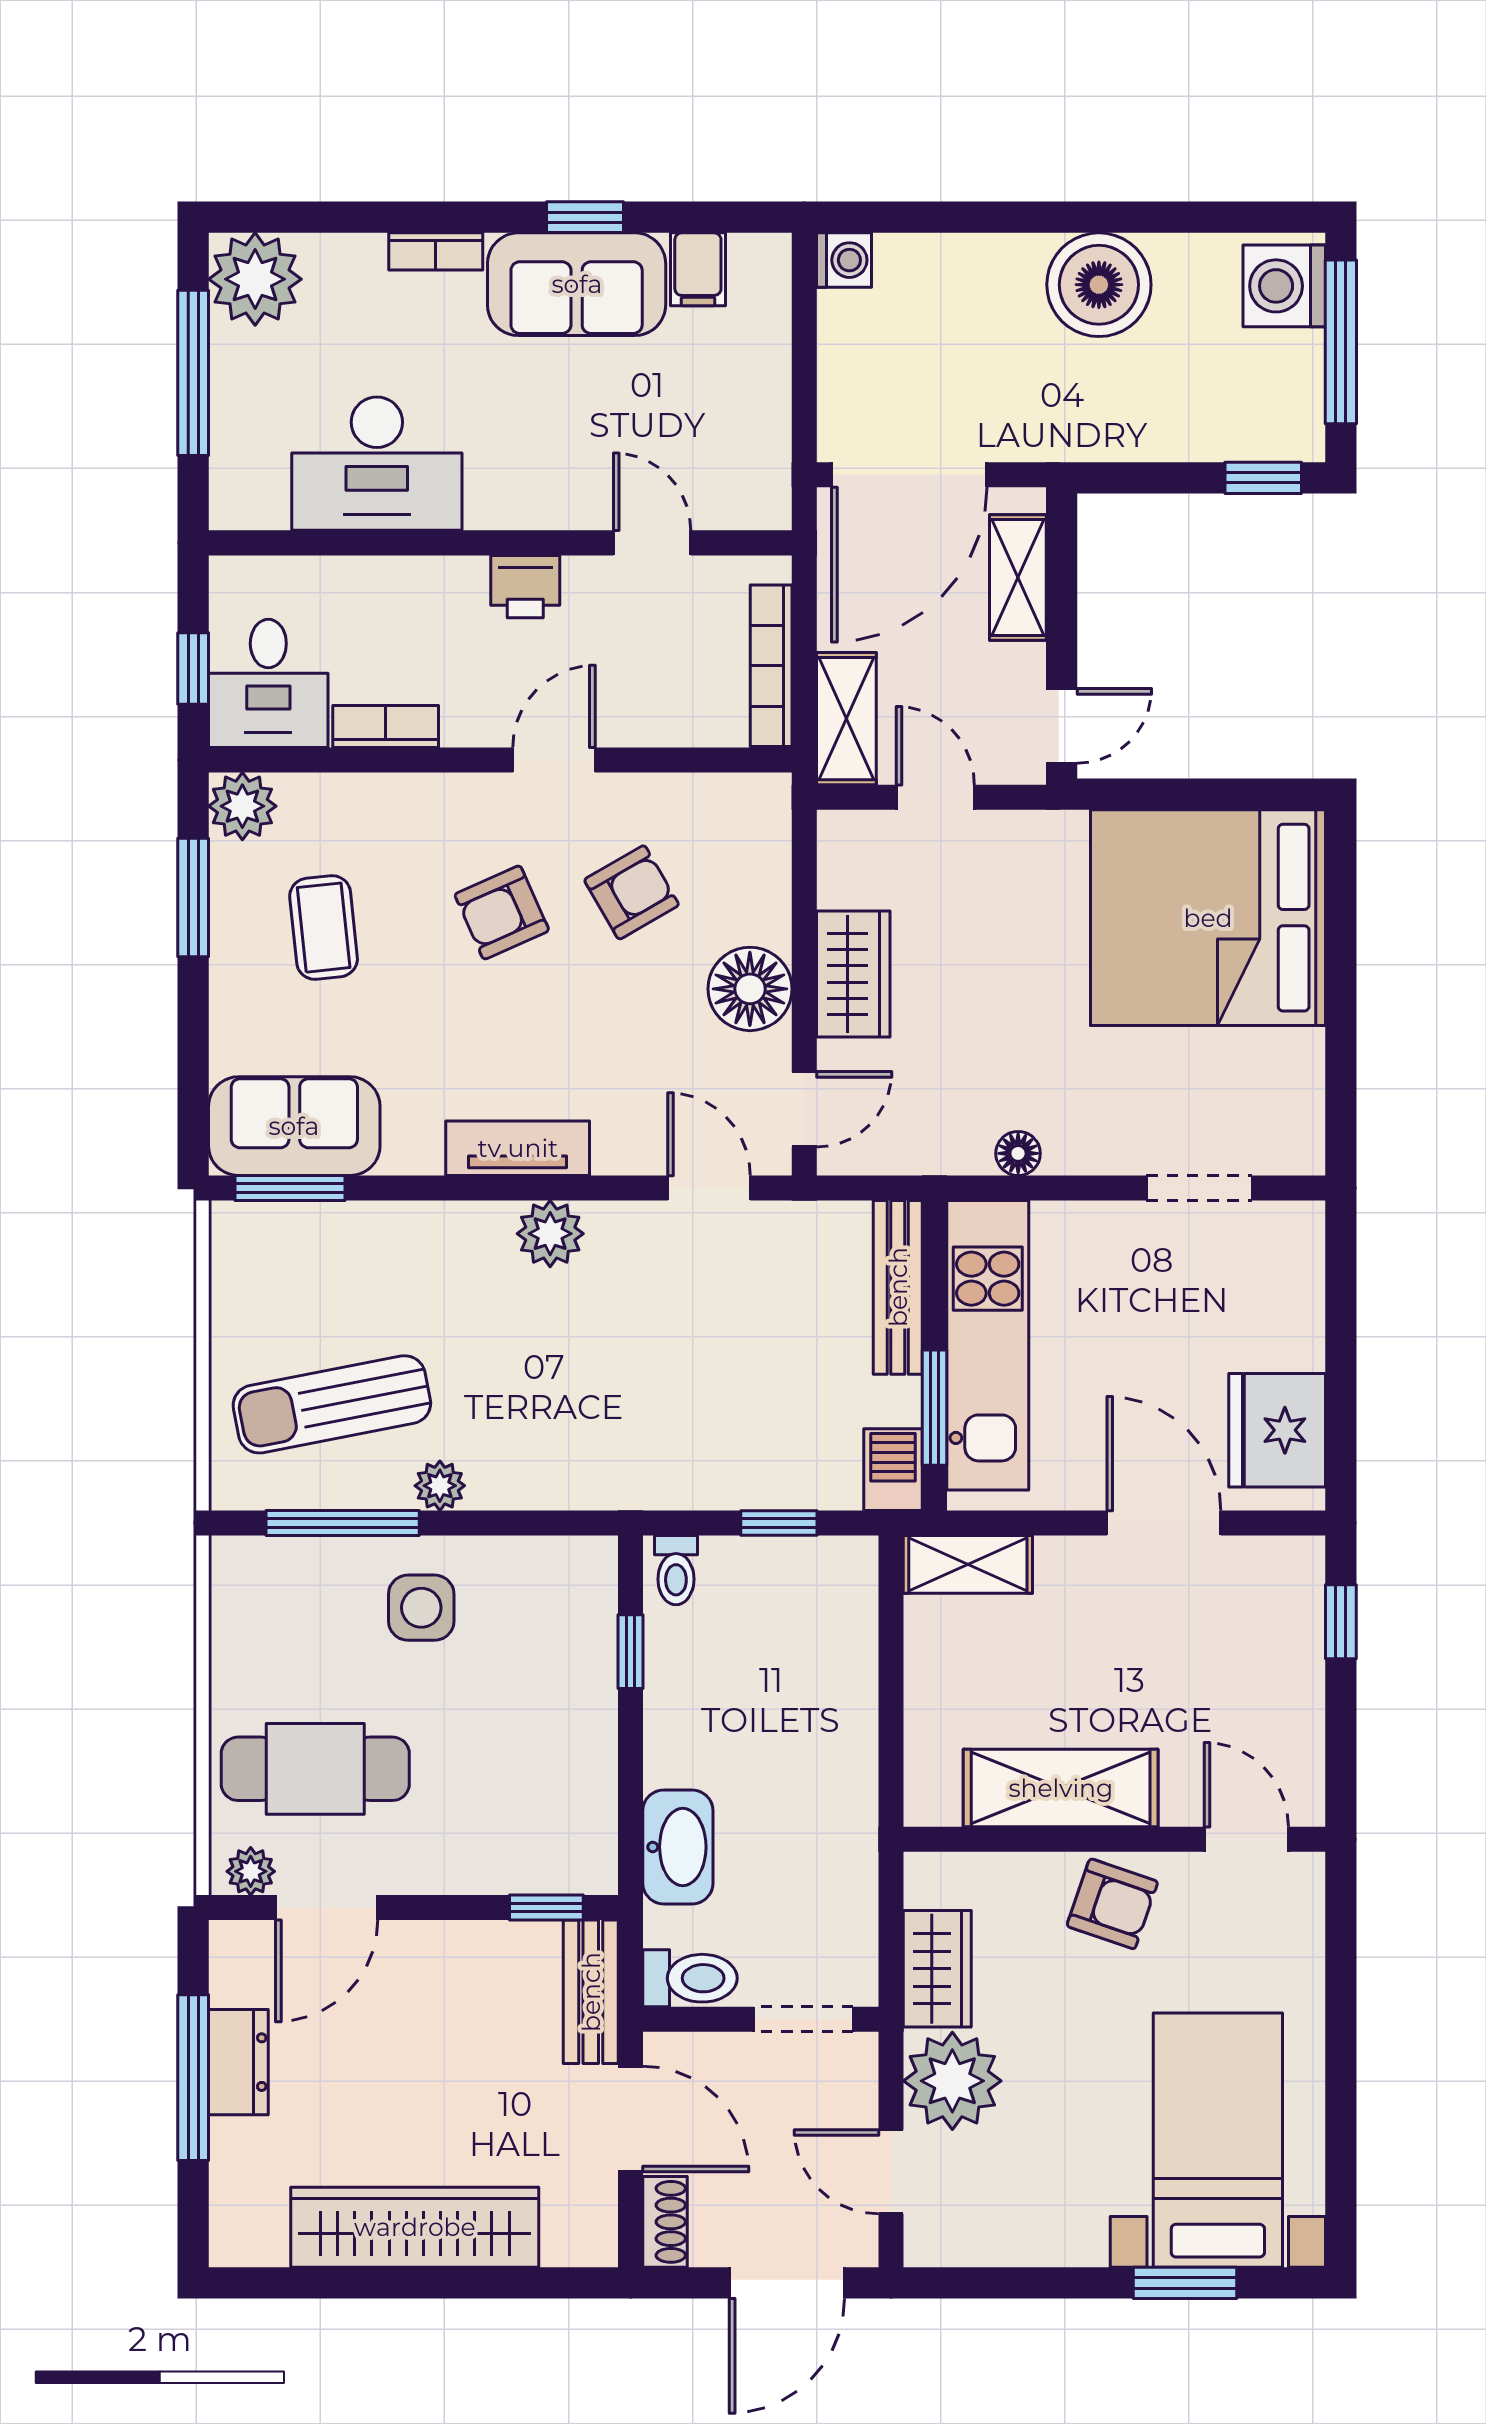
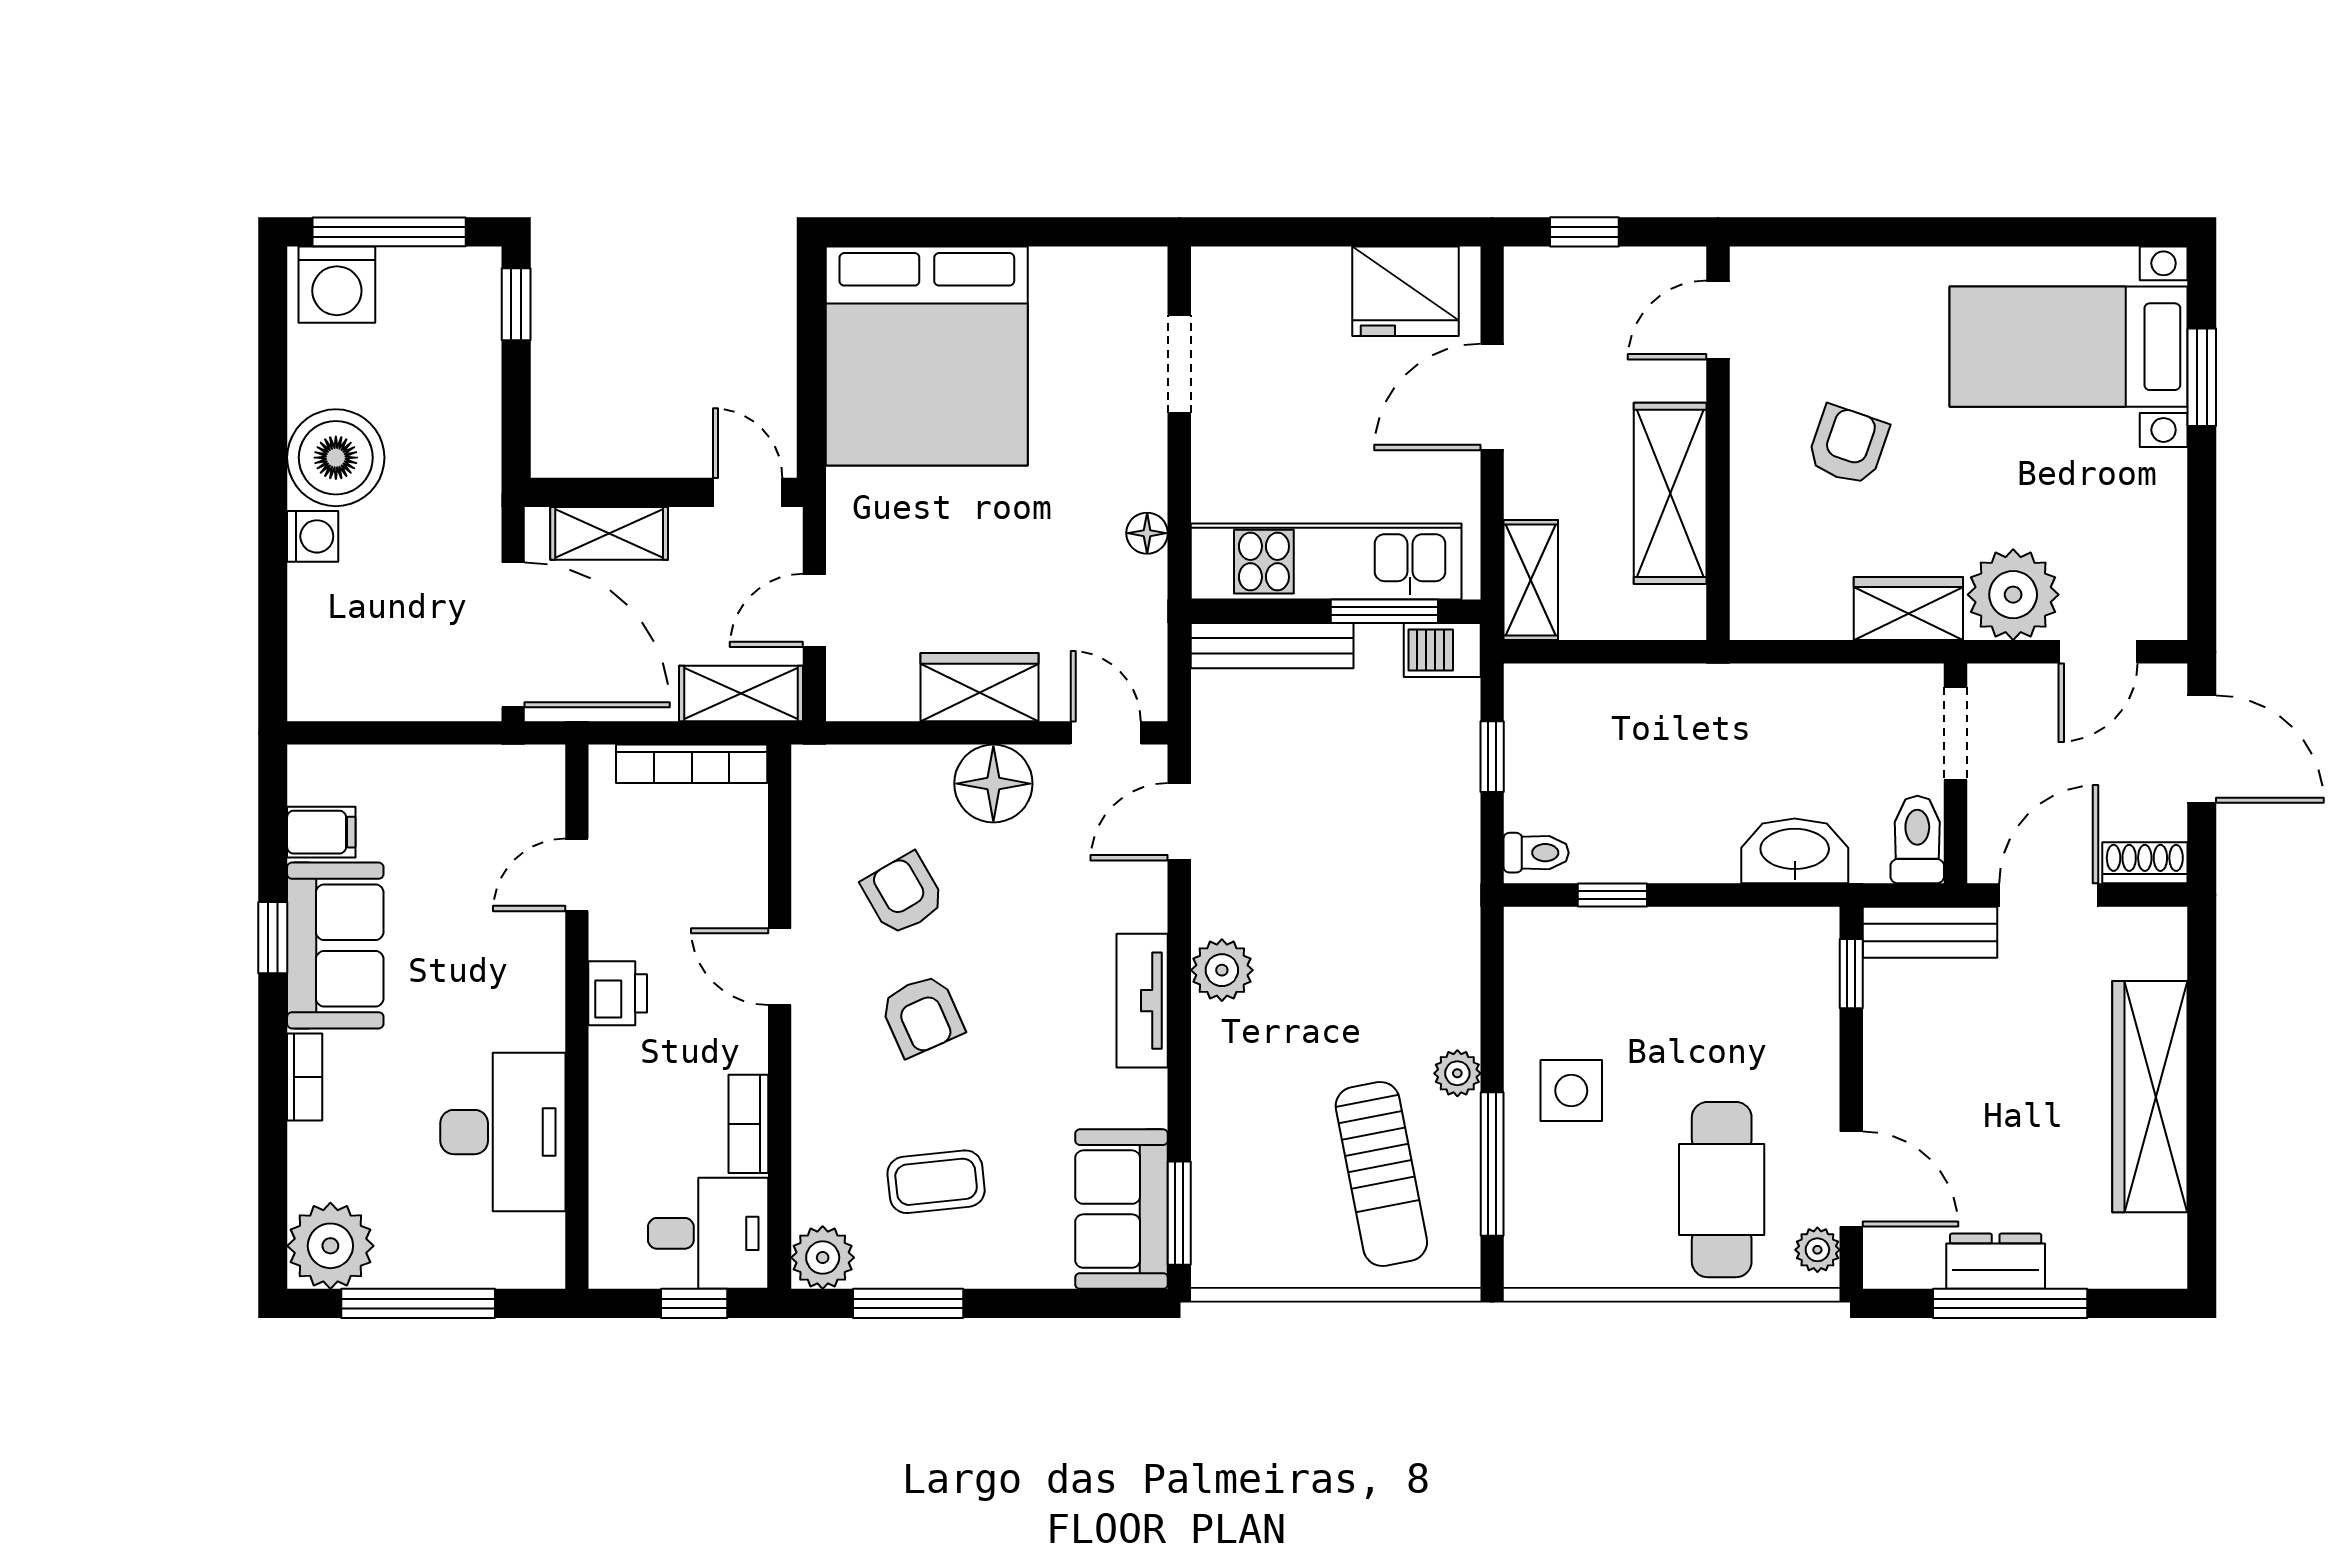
washing machine: (844, 260) -> (313, 536), moved, turned 90
shelving: (1061, 1788) -> (1670, 493), moved
wall: (1114, 1839) -> (1718, 443), moved
door: (1246, 1839) -> (1718, 320), moved

